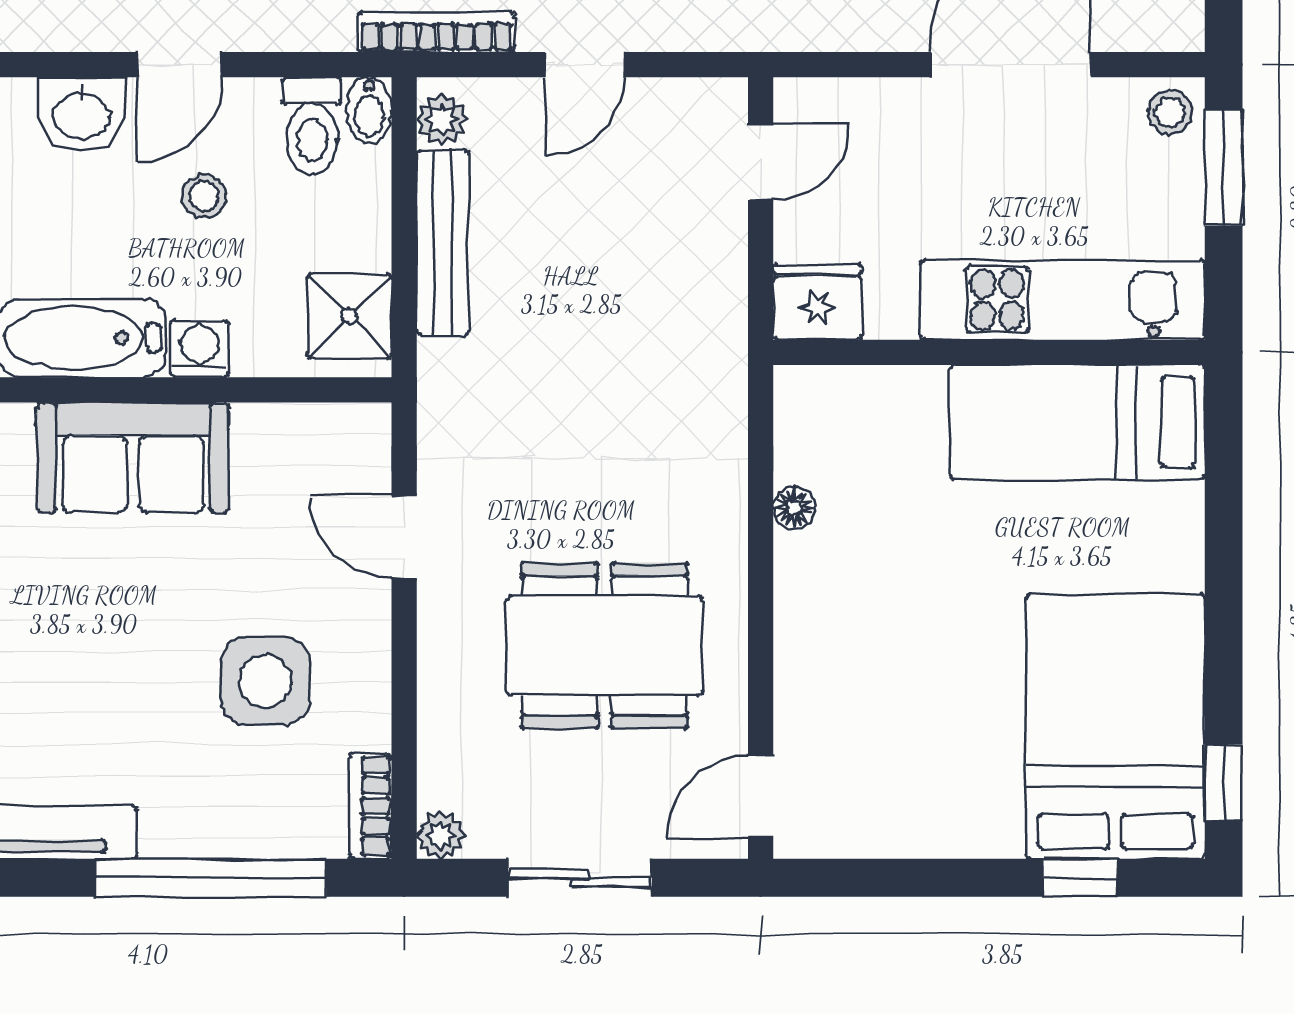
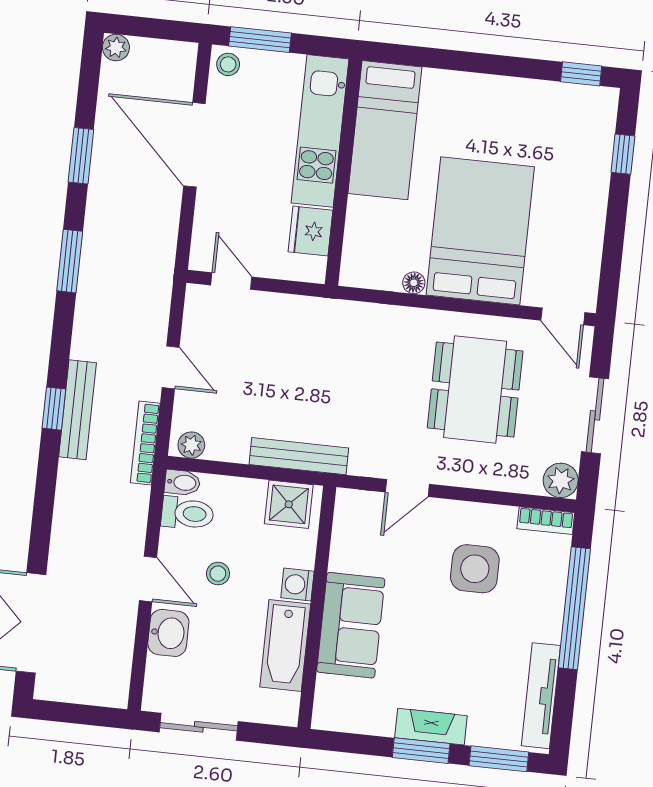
bench: (443, 242) -> (299, 456), moved
fridge: (817, 302) -> (310, 231), moved
bed: (1115, 726) -> (480, 231), moved, turned 90
plant: (441, 835) -> (561, 480), width x1.38, depth x1.38

